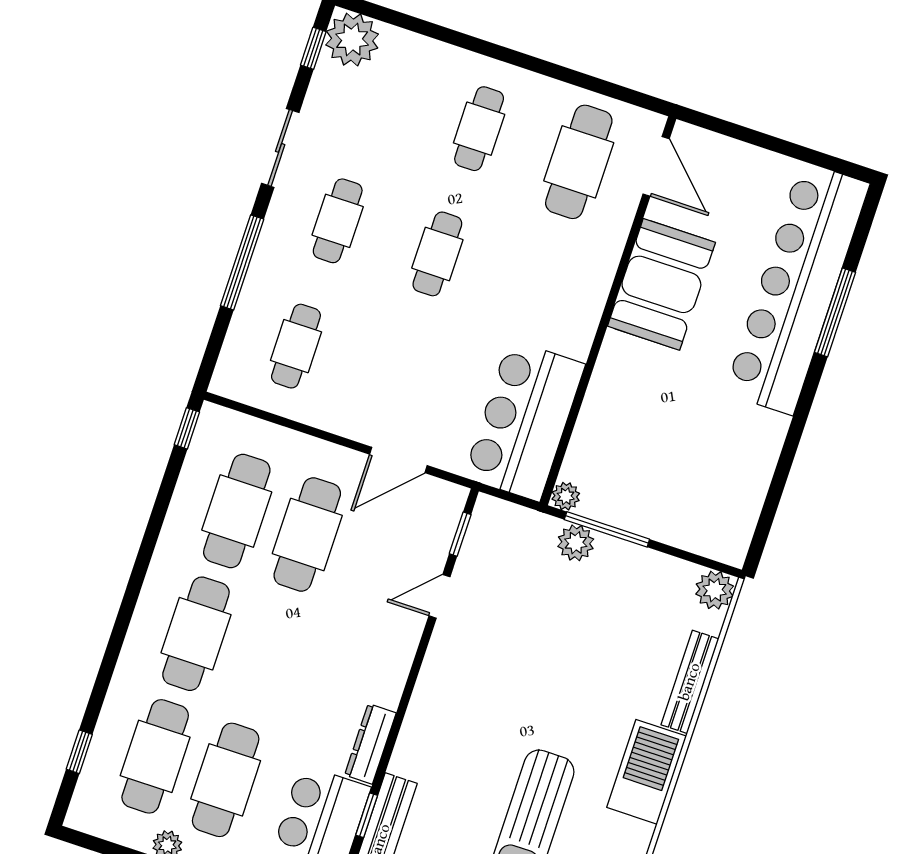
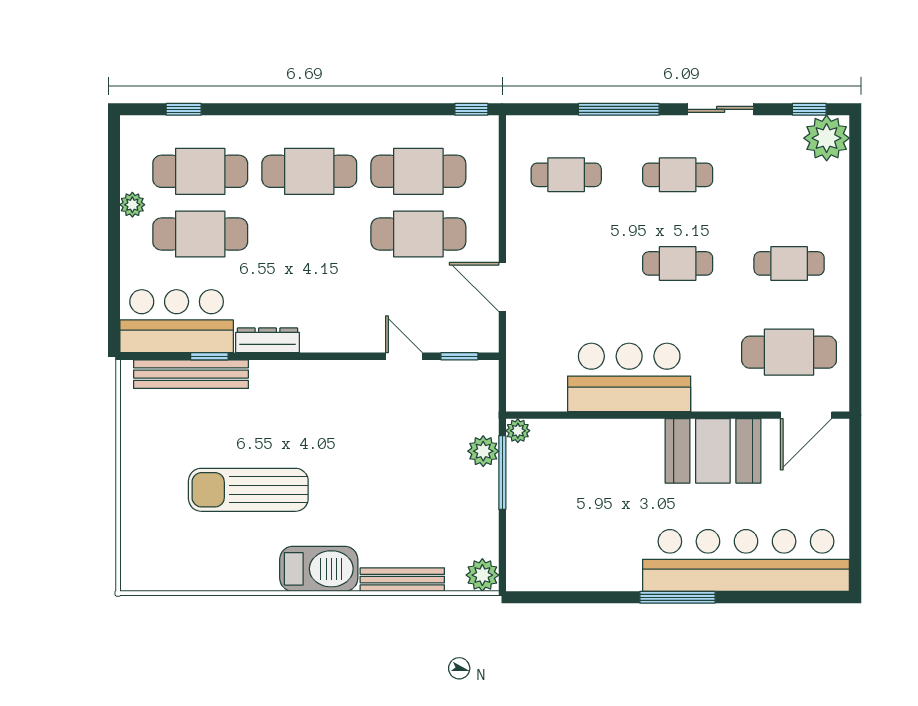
window: (835, 312) -> (678, 597), moved
bar counter: (524, 421) -> (629, 377), moved

